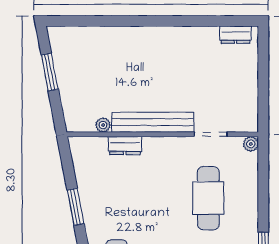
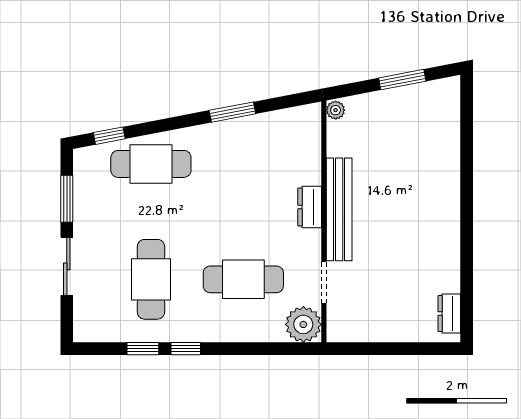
plant: (103, 125) -> (336, 110), moved
plant: (251, 144) -> (303, 324), width x1.88, depth x1.88
dresser: (125, 146) -> (310, 207), moved

